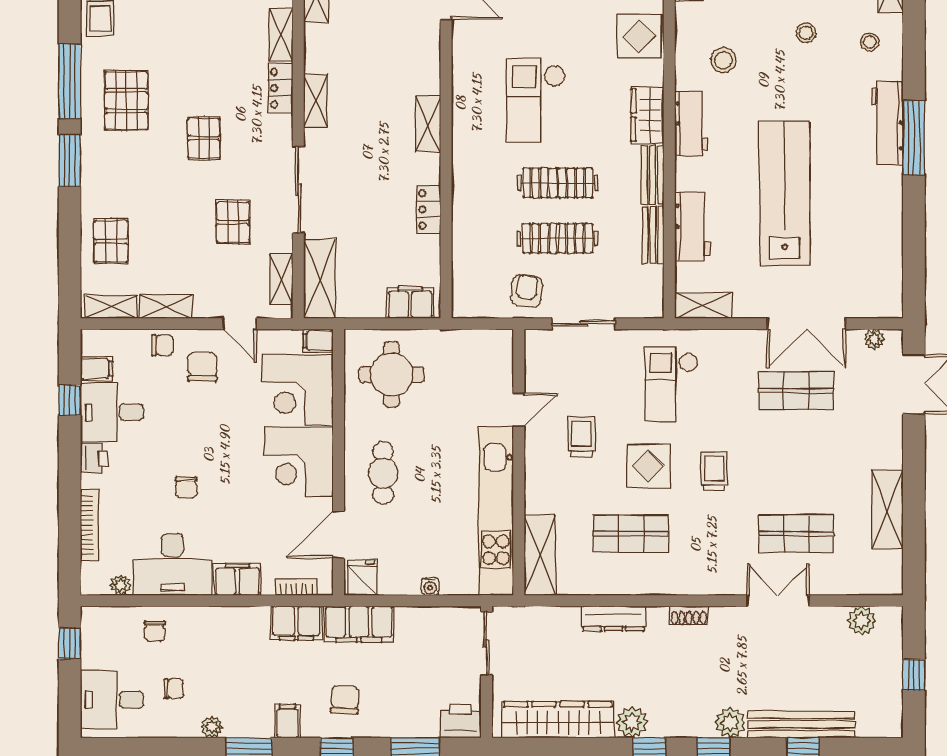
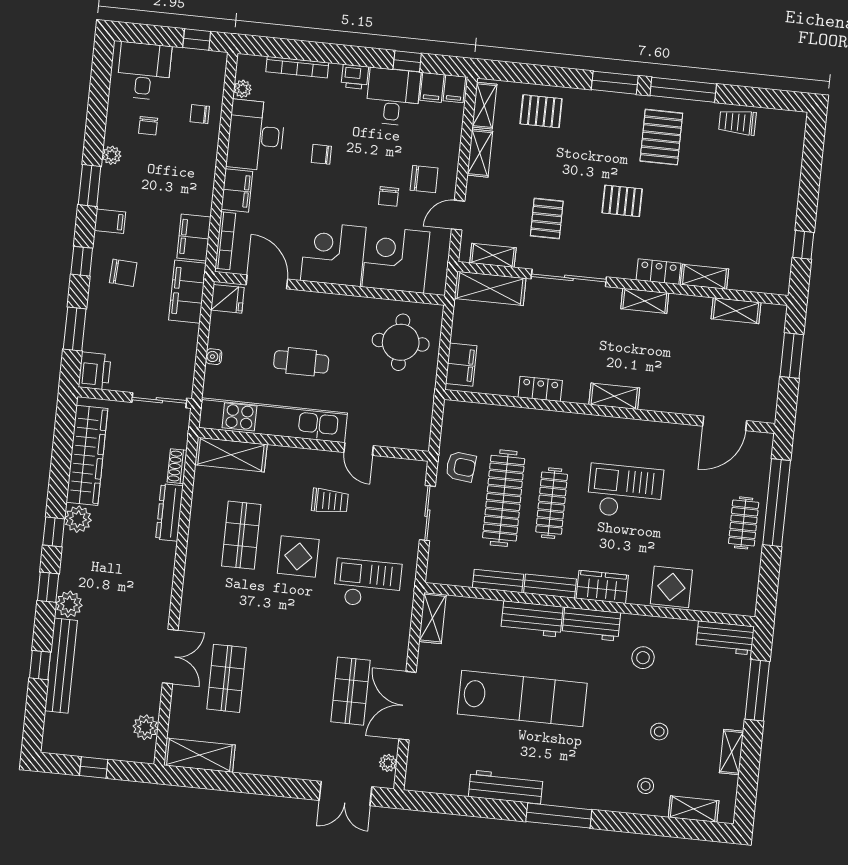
pallet: (126, 101) -> (661, 137), turned 90
workbench: (887, 123) -> (506, 787), moved
pallet: (233, 222) -> (547, 219), turned 90
workbench: (692, 227) -> (532, 619), moved
clothes rail: (558, 238) -> (504, 498), width x1.37, depth x1.31
filing cabinet: (318, 341) -> (454, 89), moved, turned 180
chair: (163, 345) -> (389, 196), moved
trolley: (714, 471) -> (288, 613), removed
cafe table: (383, 473) -> (301, 362), moved
shelving: (887, 509) -> (199, 755), moved
bookcase: (296, 587) -> (225, 241), width x1.56
shoe rack: (689, 615) -> (177, 466), moved

